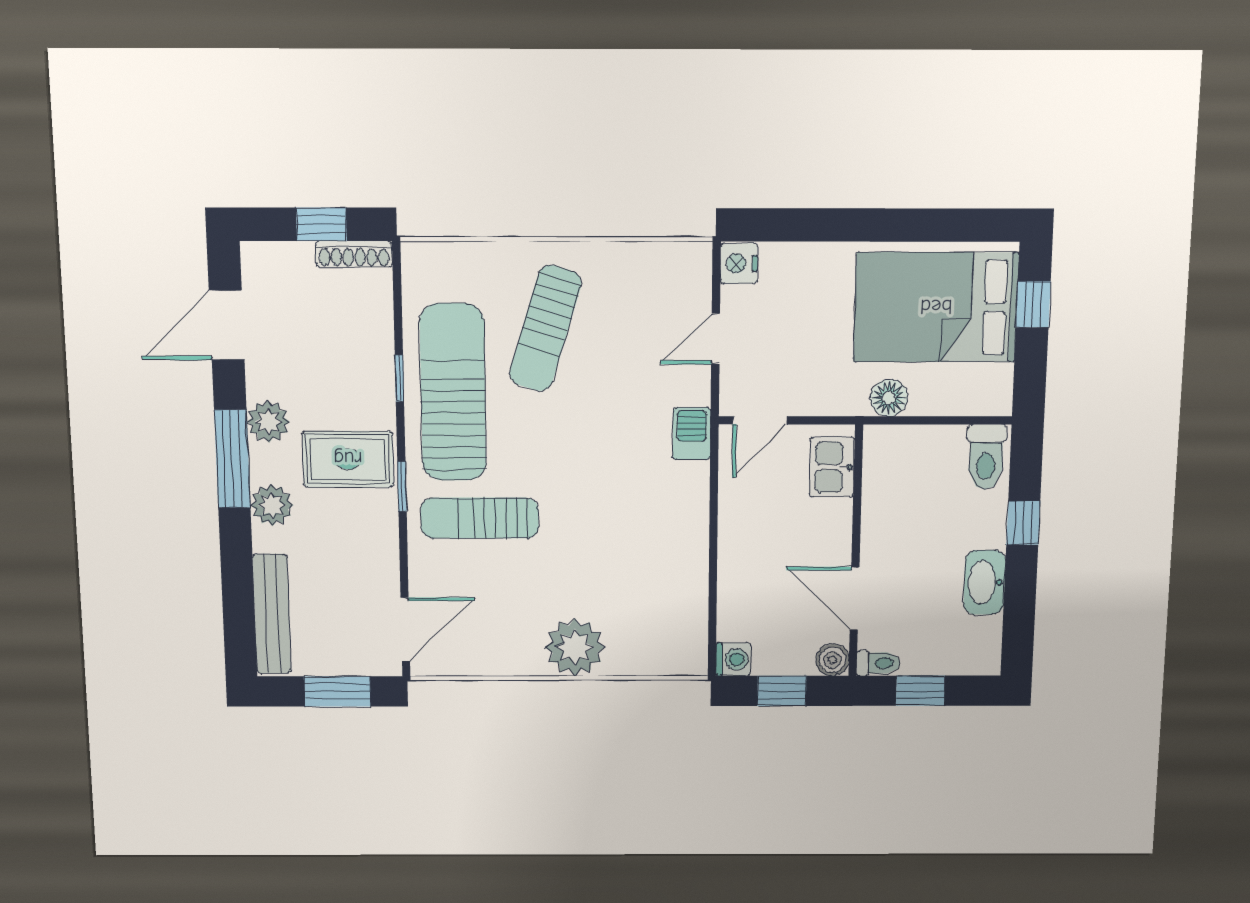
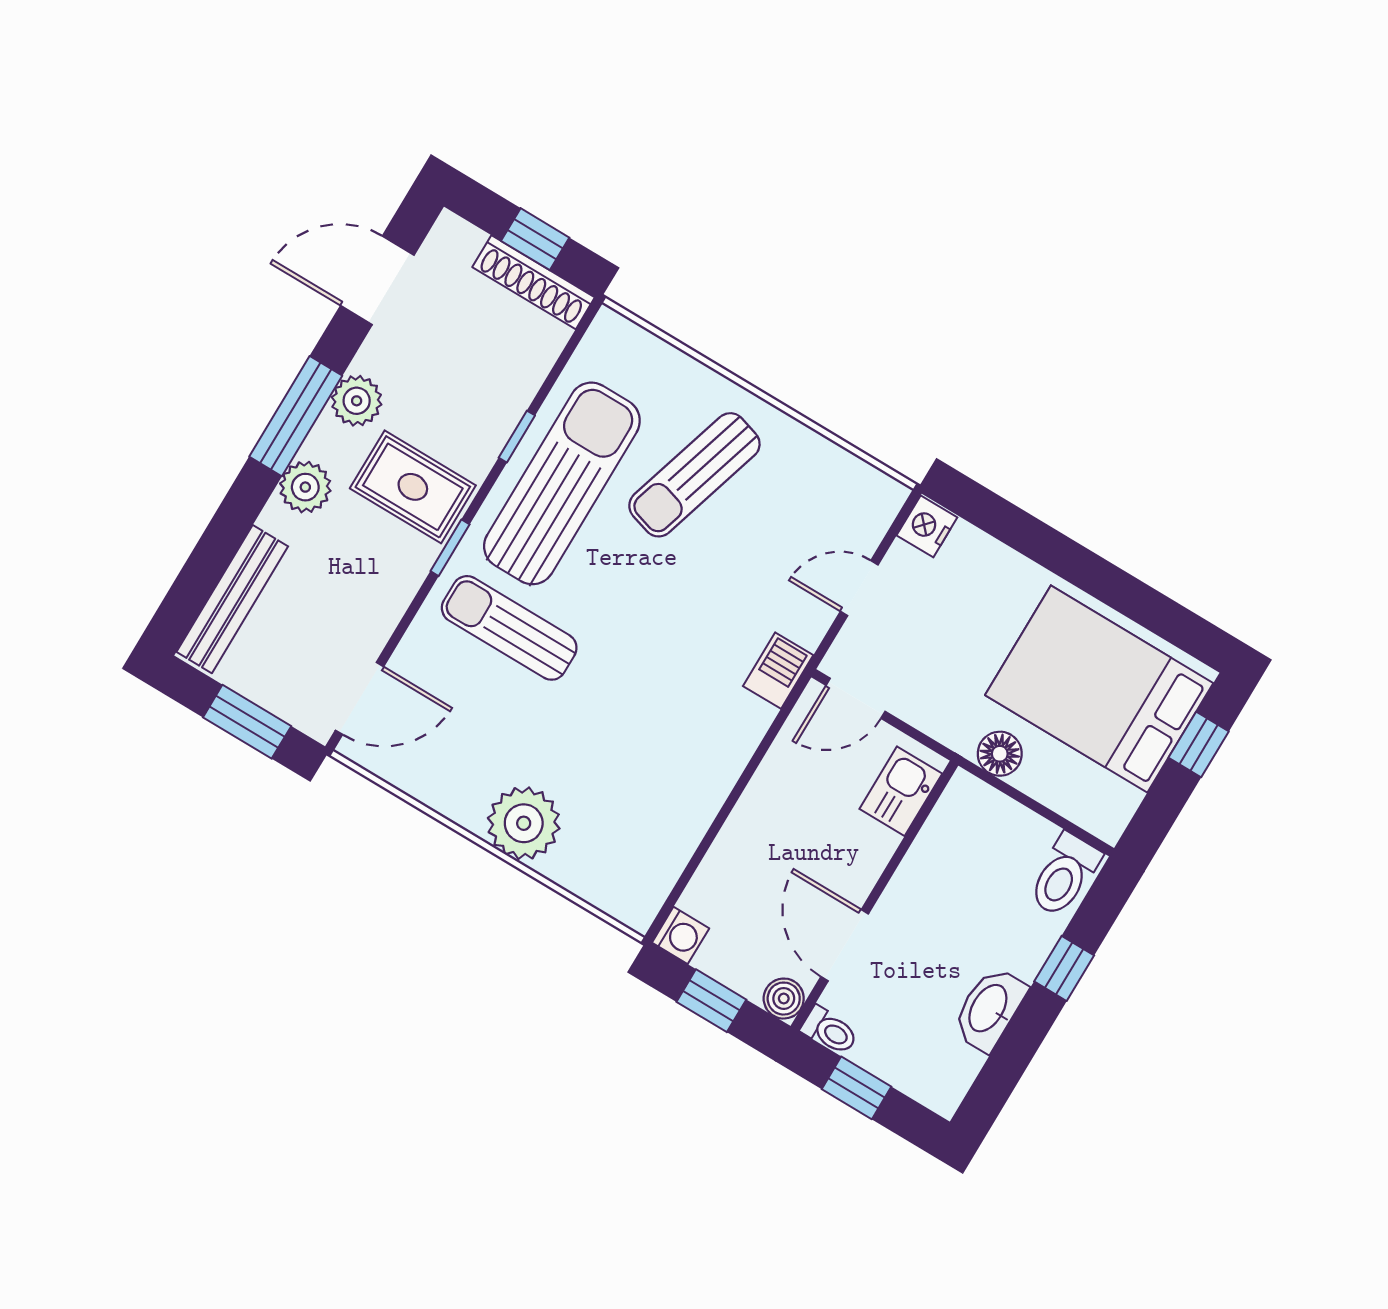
shoe rack: (354, 254) -> (534, 282), width x1.36, depth x1.24

